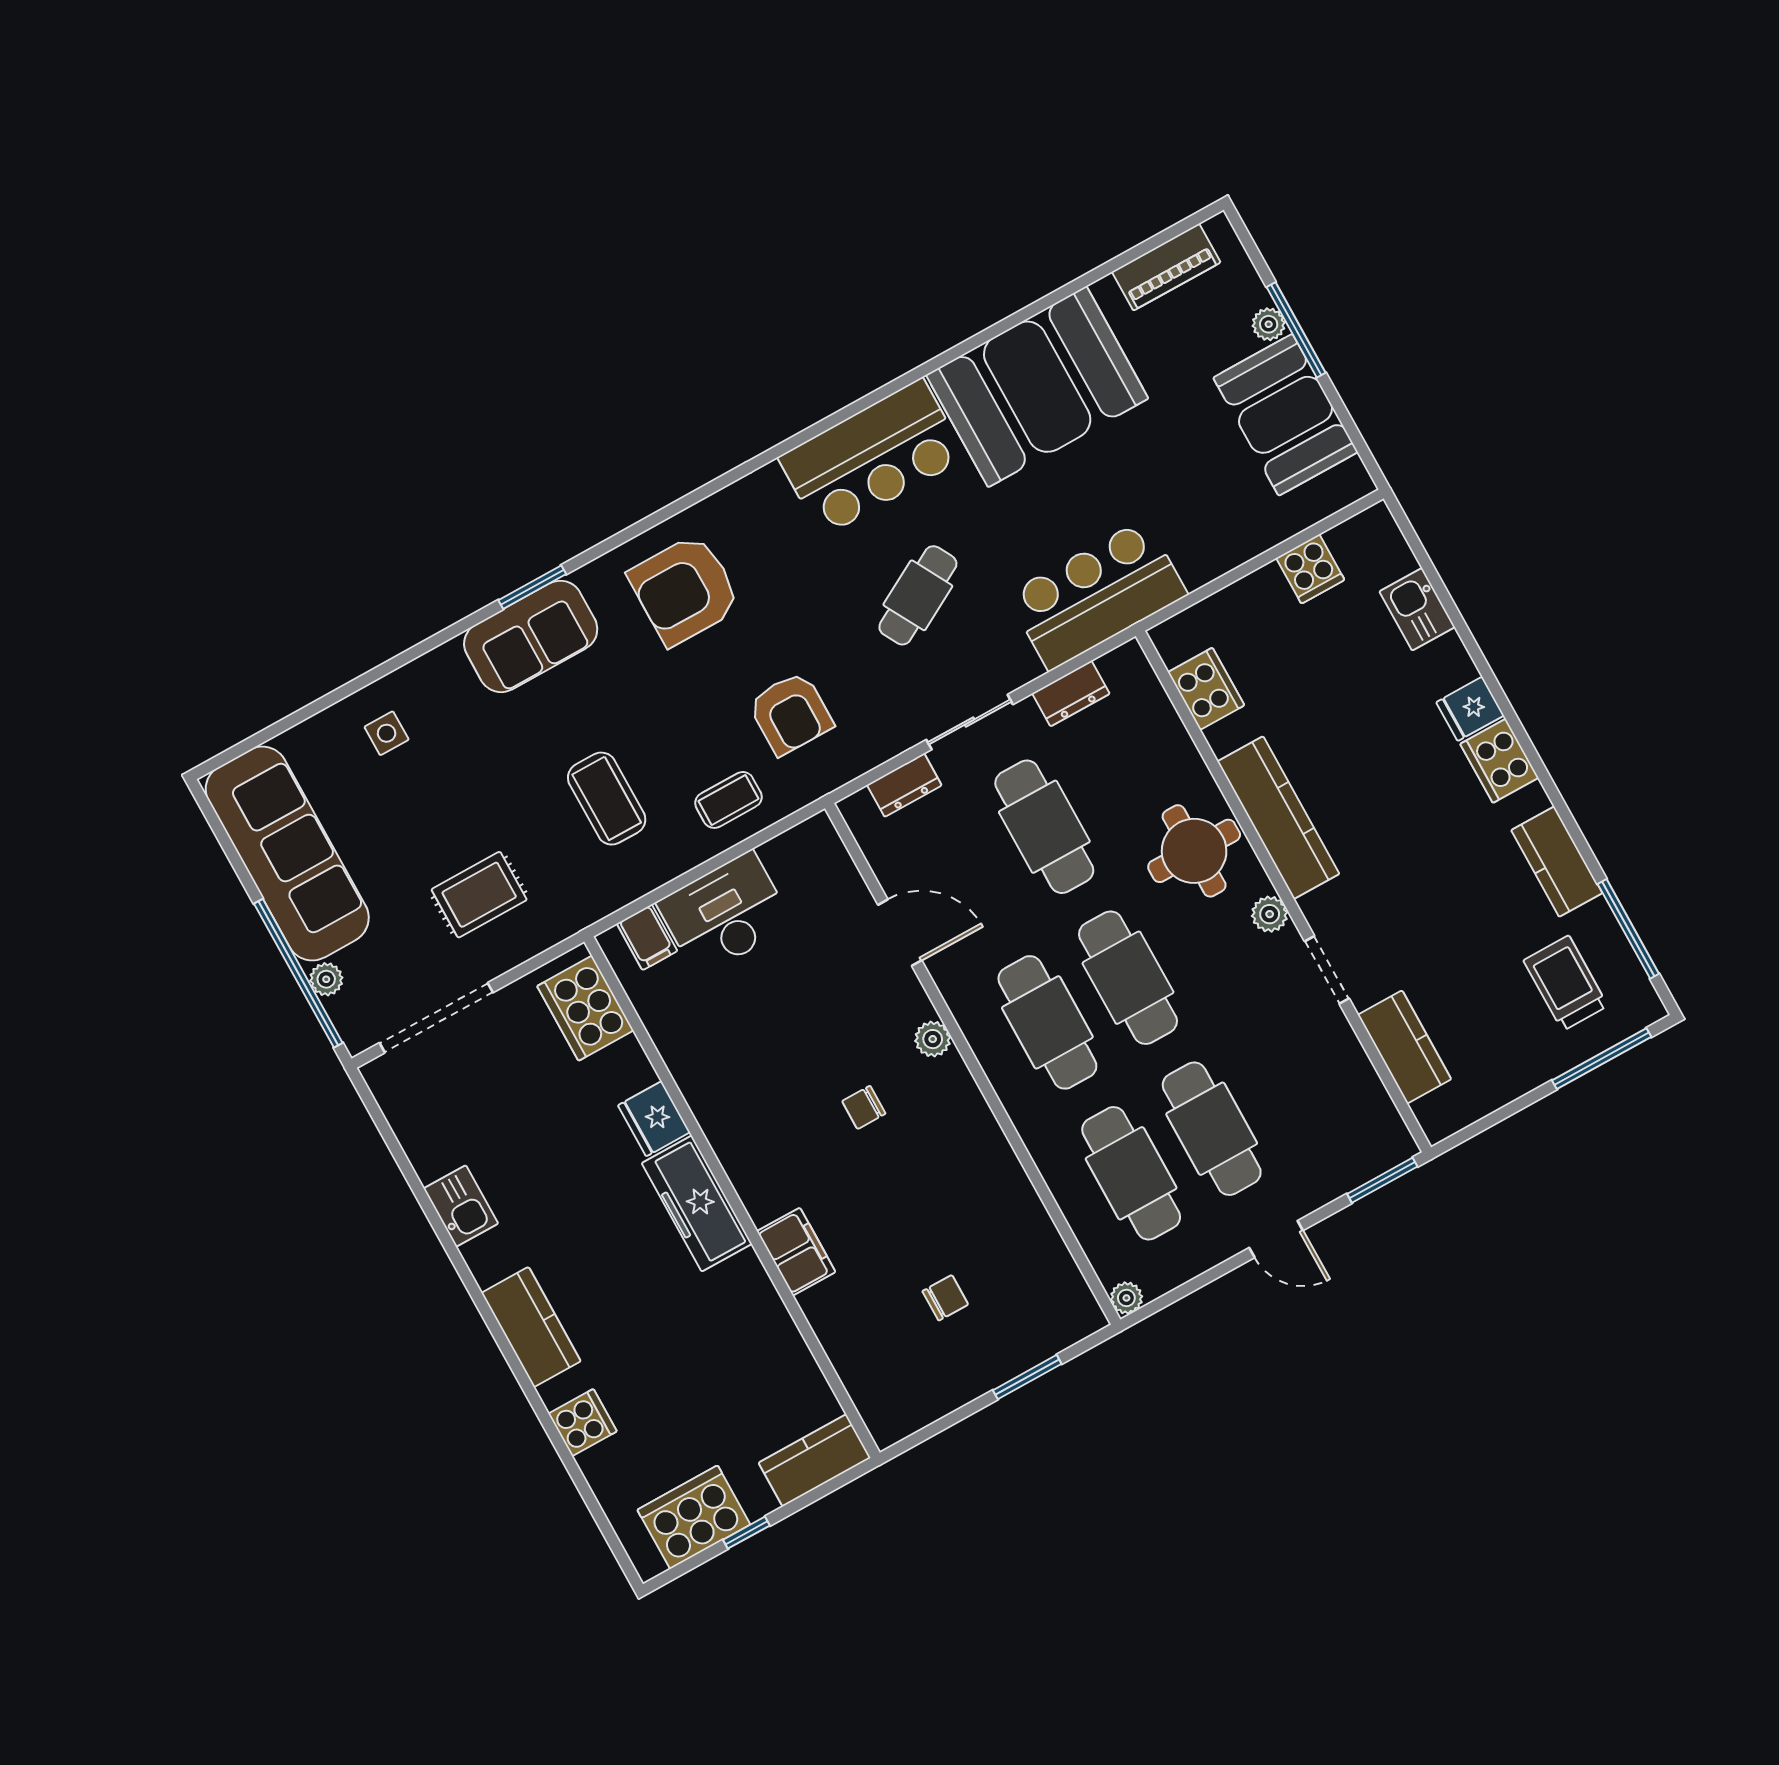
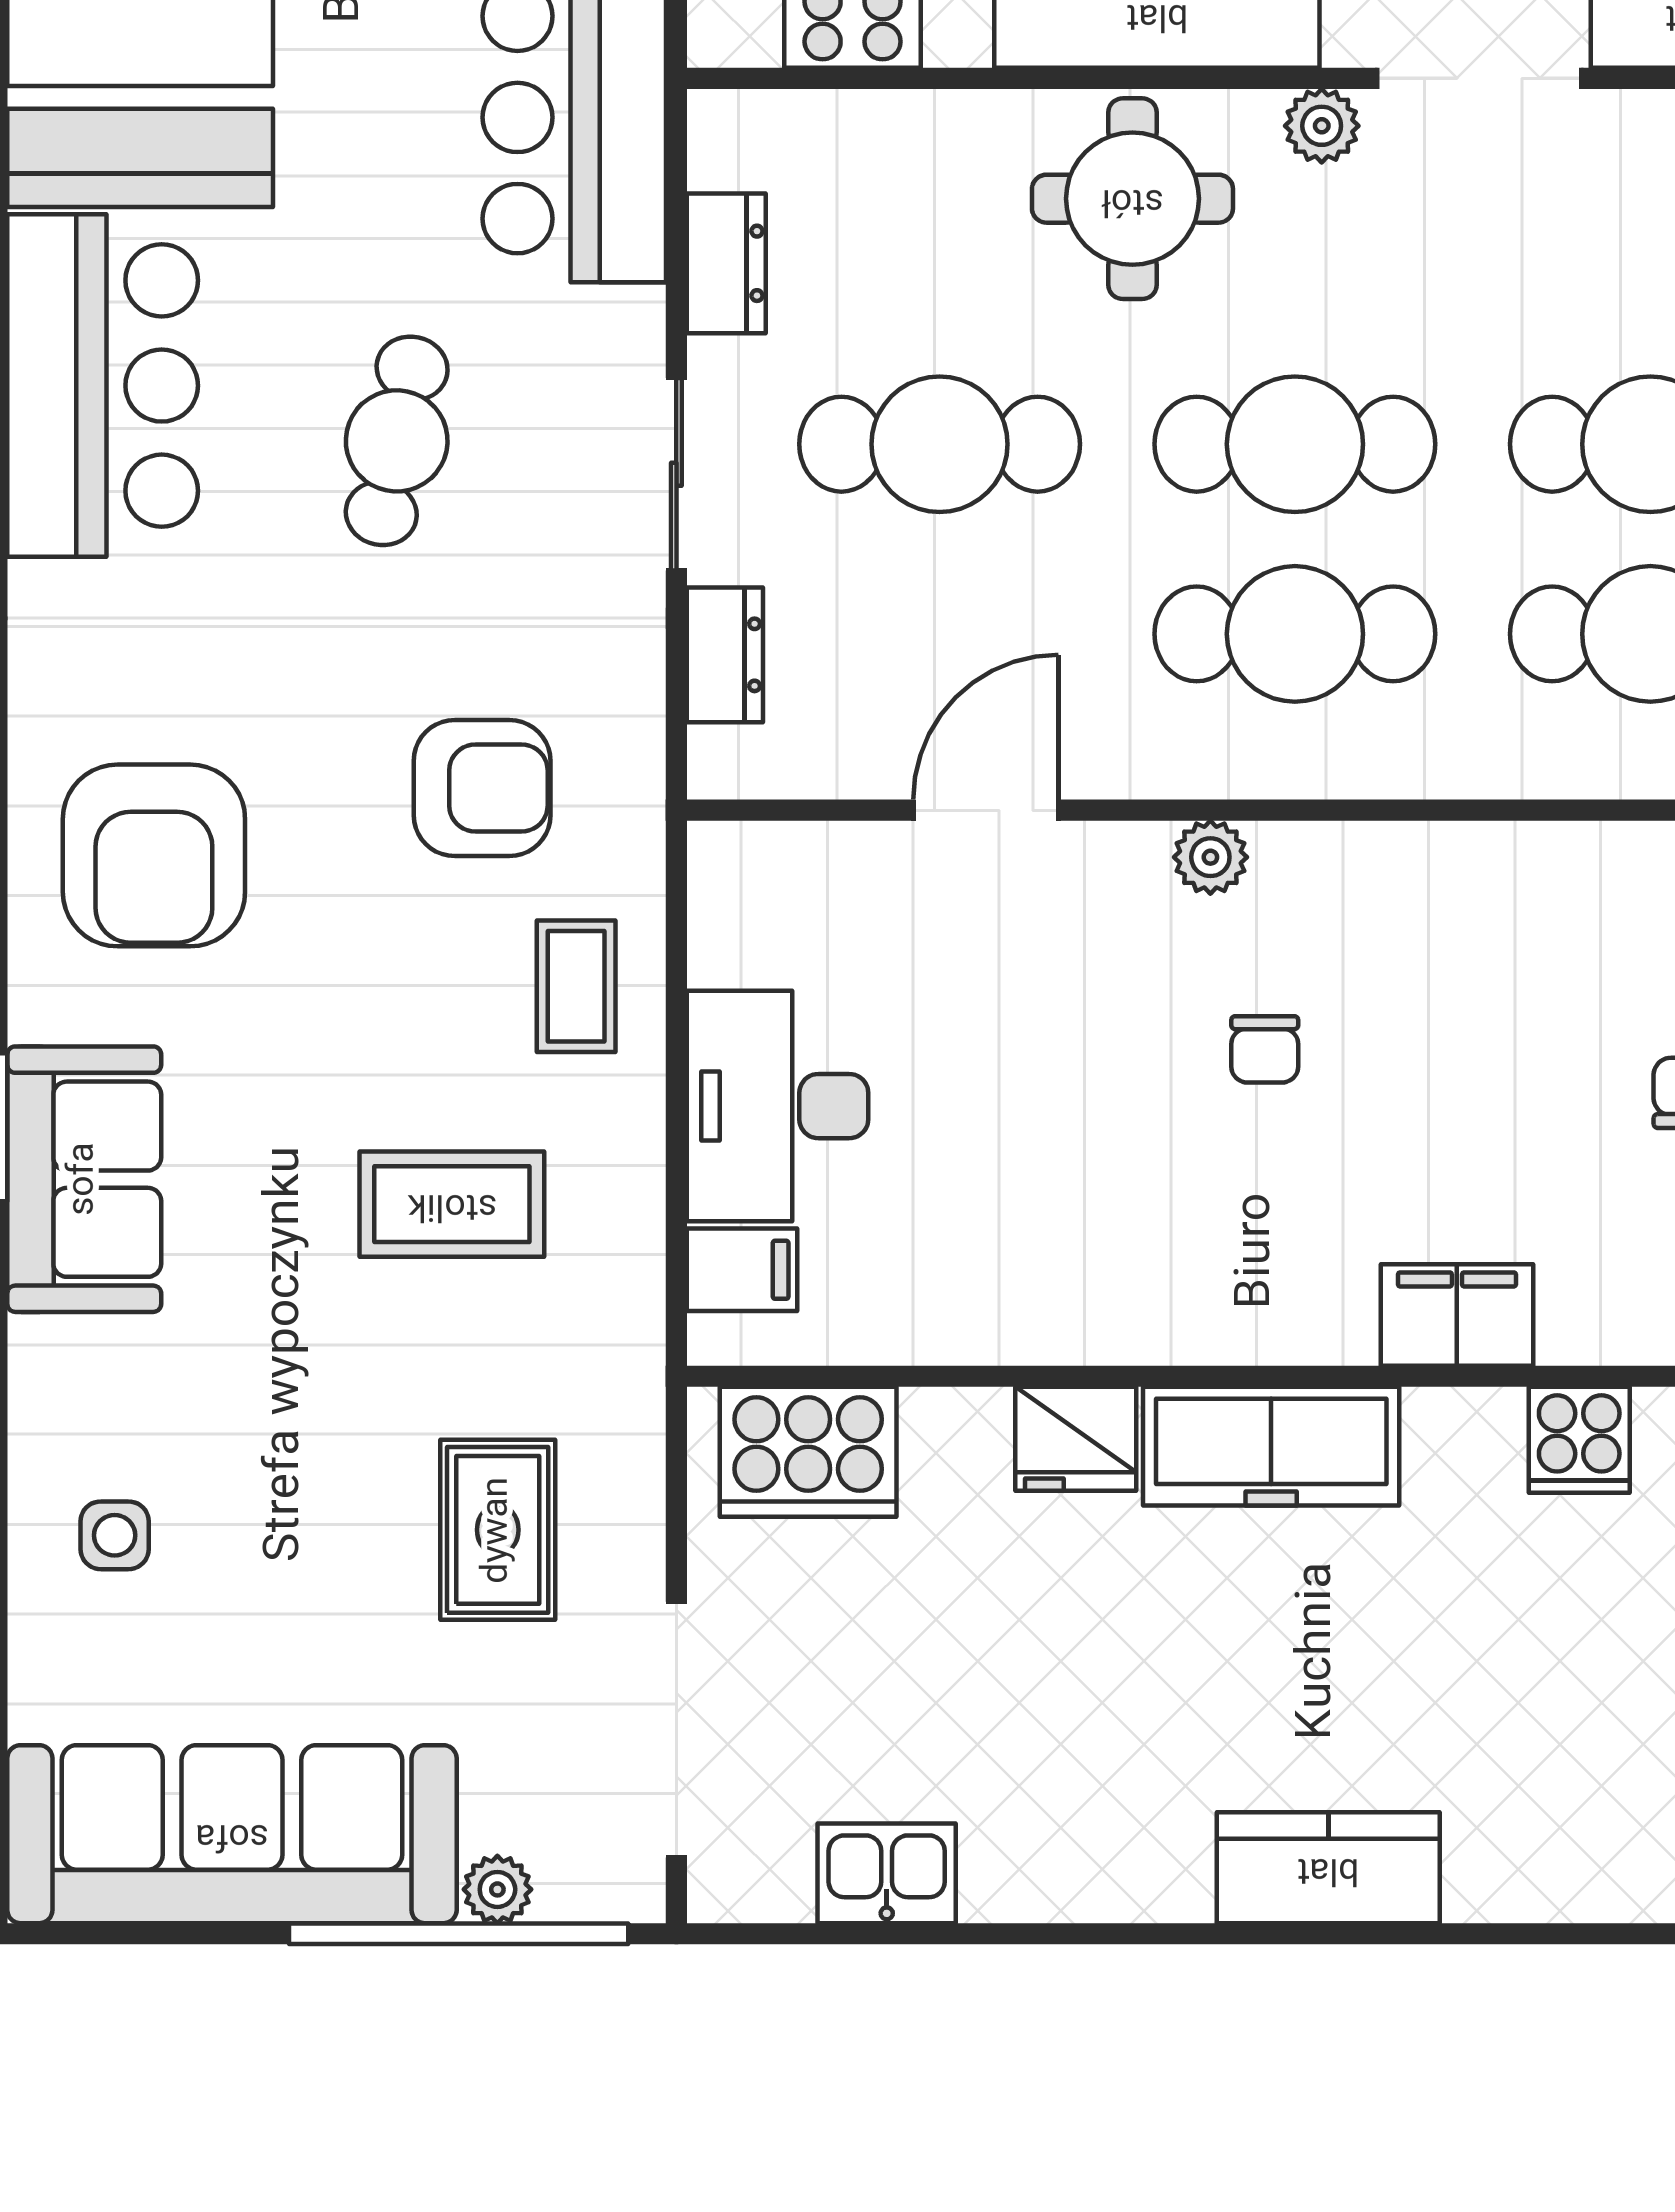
cafe table: (918, 595) -> (397, 441), turned 41
doorway: (1327, 970) -> (1479, 78), width x1.38
kitchen sink: (461, 1206) -> (887, 1873), moved
cooker: (583, 1423) -> (1579, 1440), moved, turned 180

